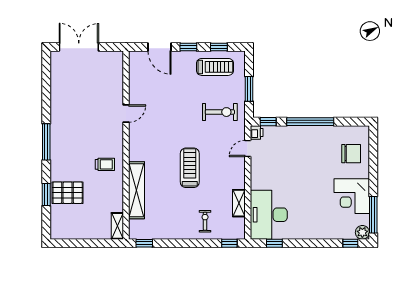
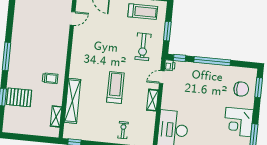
exercise bike: (220, 112) -> (143, 47), turned 90
door: (126, 114) -> (73, 18), moved
window: (373, 149) -> (259, 88), added
shelving: (239, 203) -> (153, 100), moved
shelving: (117, 226) -> (56, 116), moved

